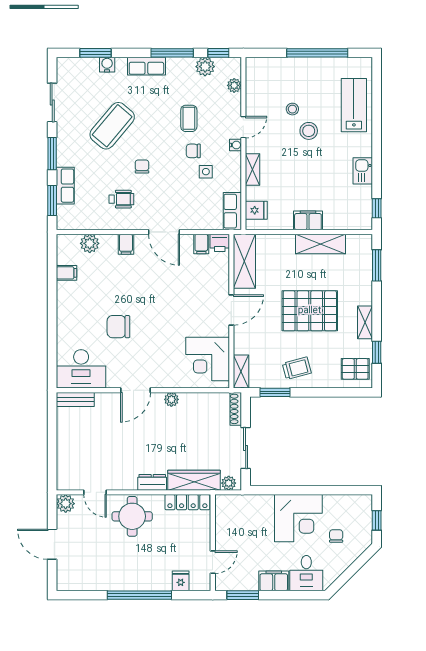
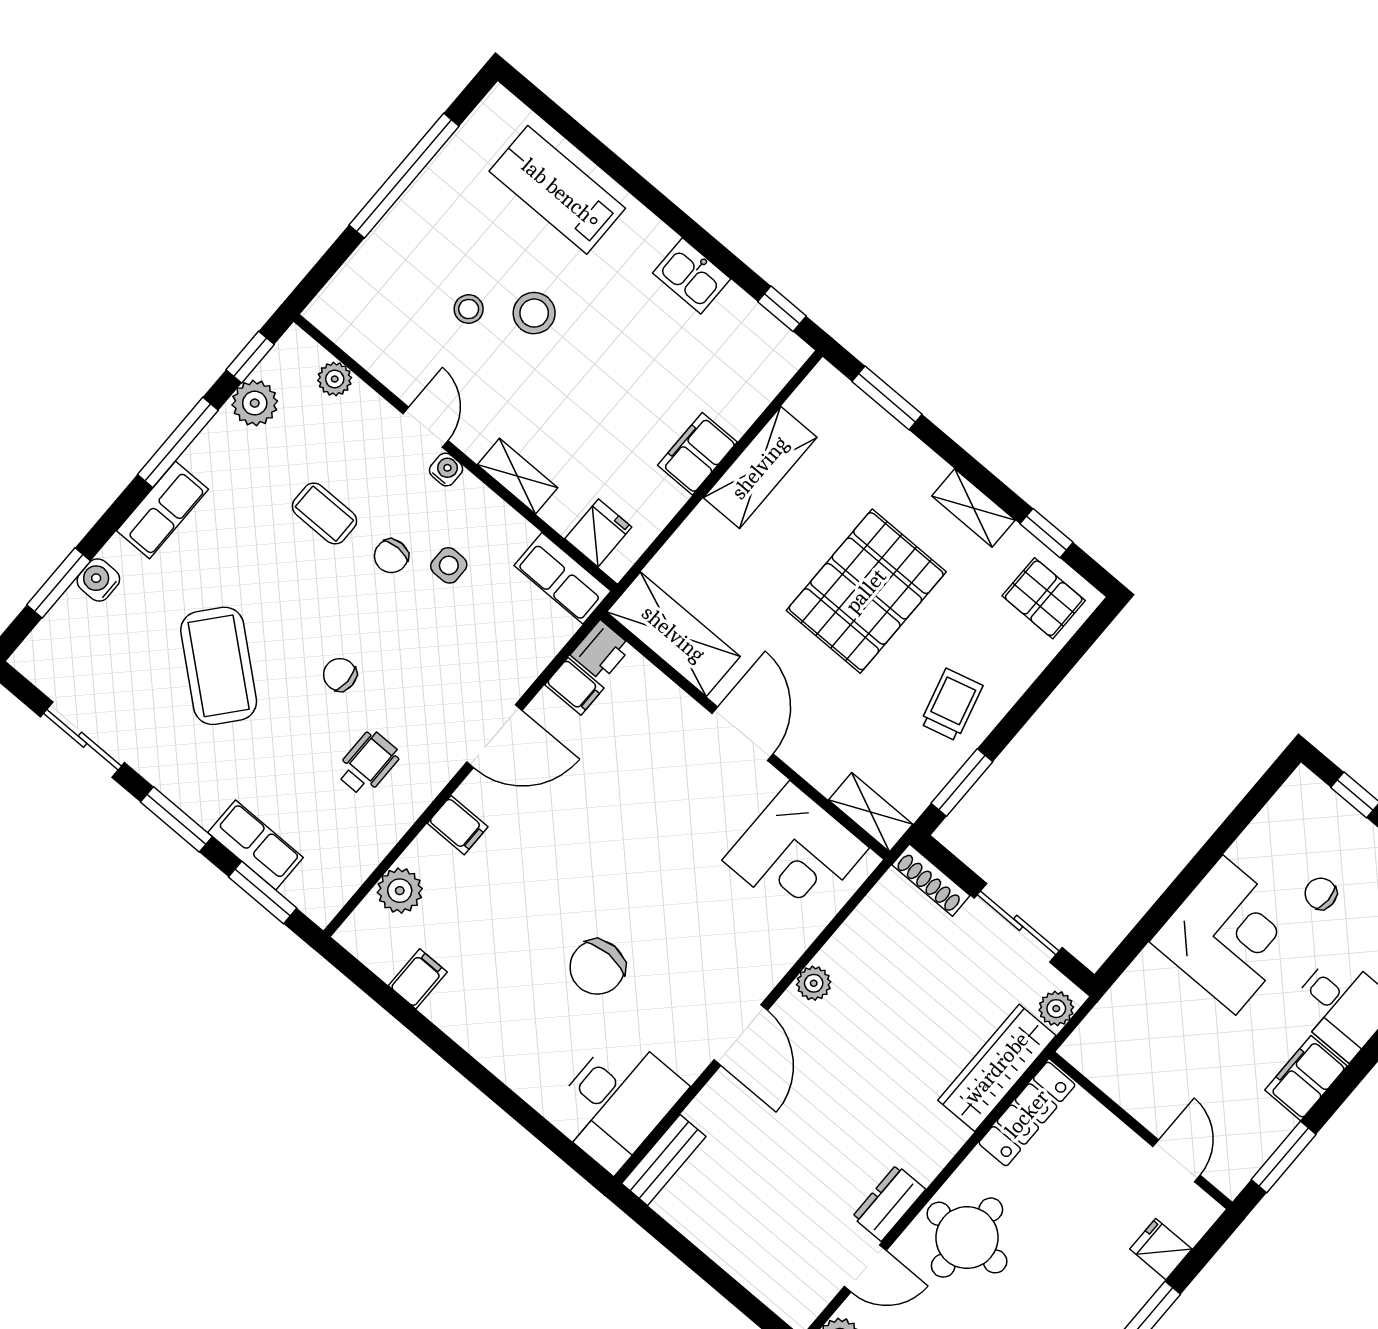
pallet: (355, 369) -> (1044, 598), turned 90
dresser: (152, 482) -> (889, 1203), moved

